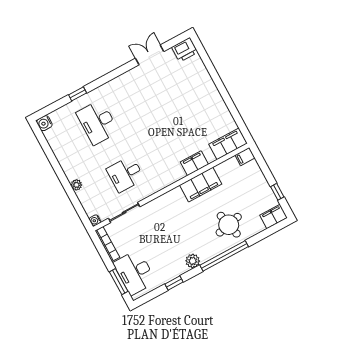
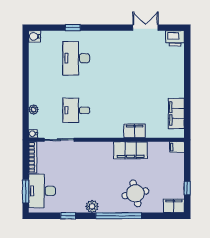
filing cabinet: (228, 144) -> (176, 114), moved, turned -90
plant: (76, 185) -> (33, 110), moved

